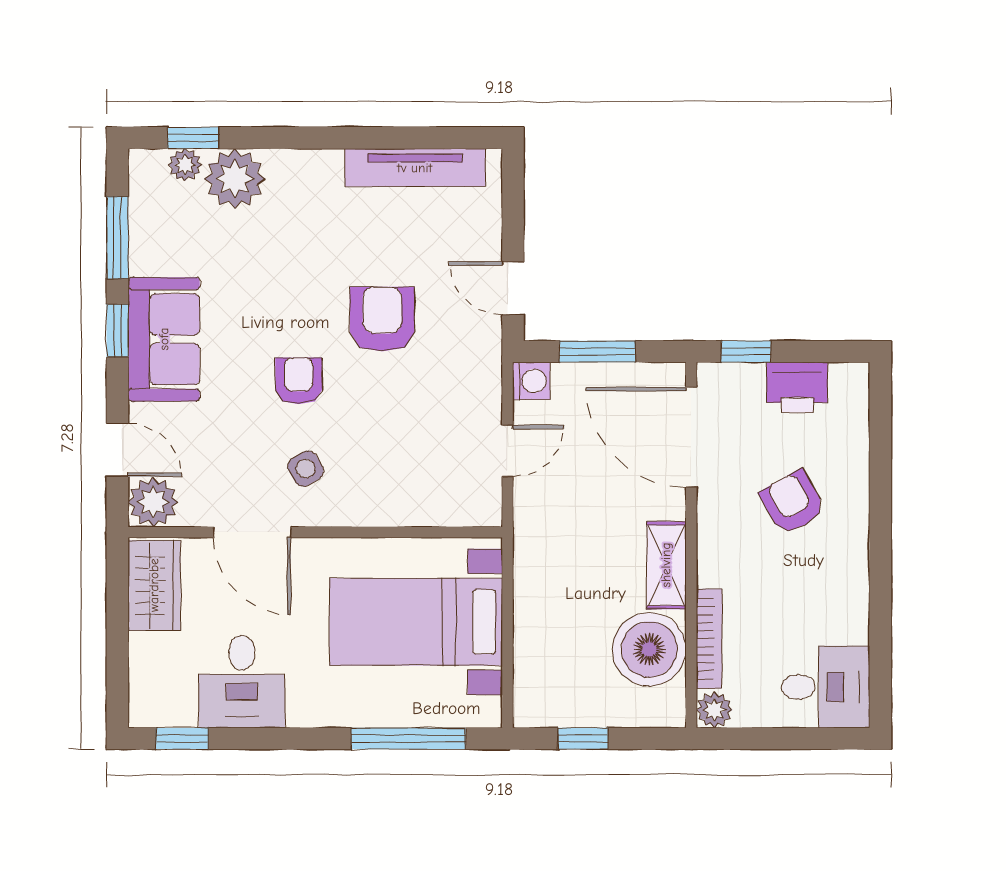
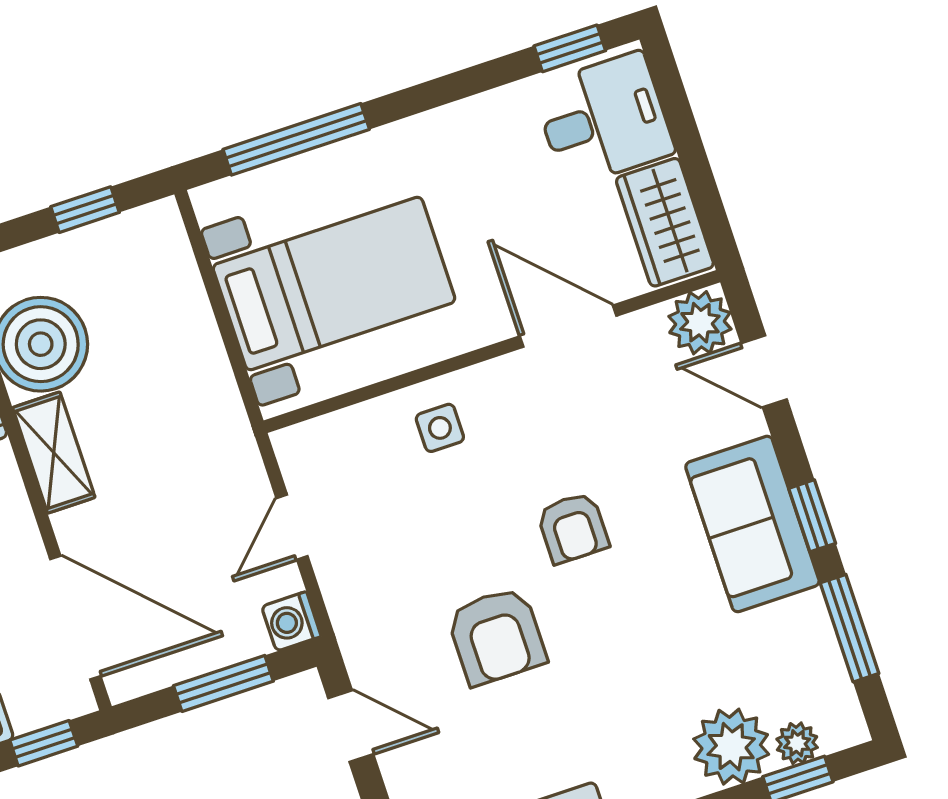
side table: (306, 469) -> (440, 428), moved, turned 30
desk: (242, 681) -> (604, 119), moved, turned 90

